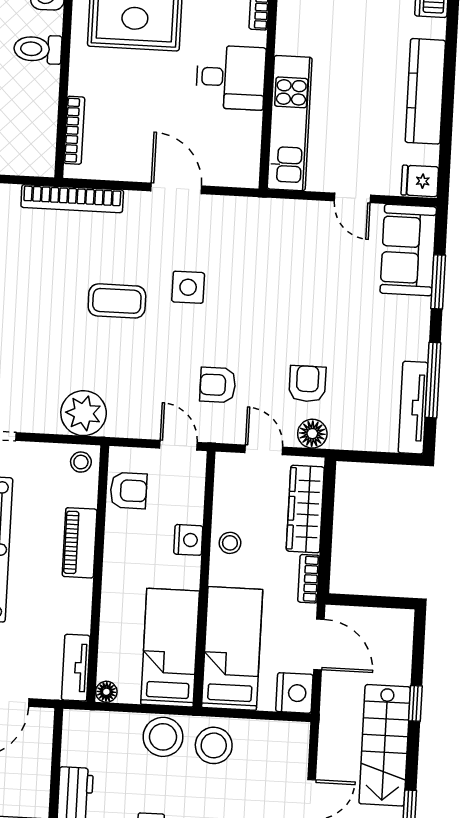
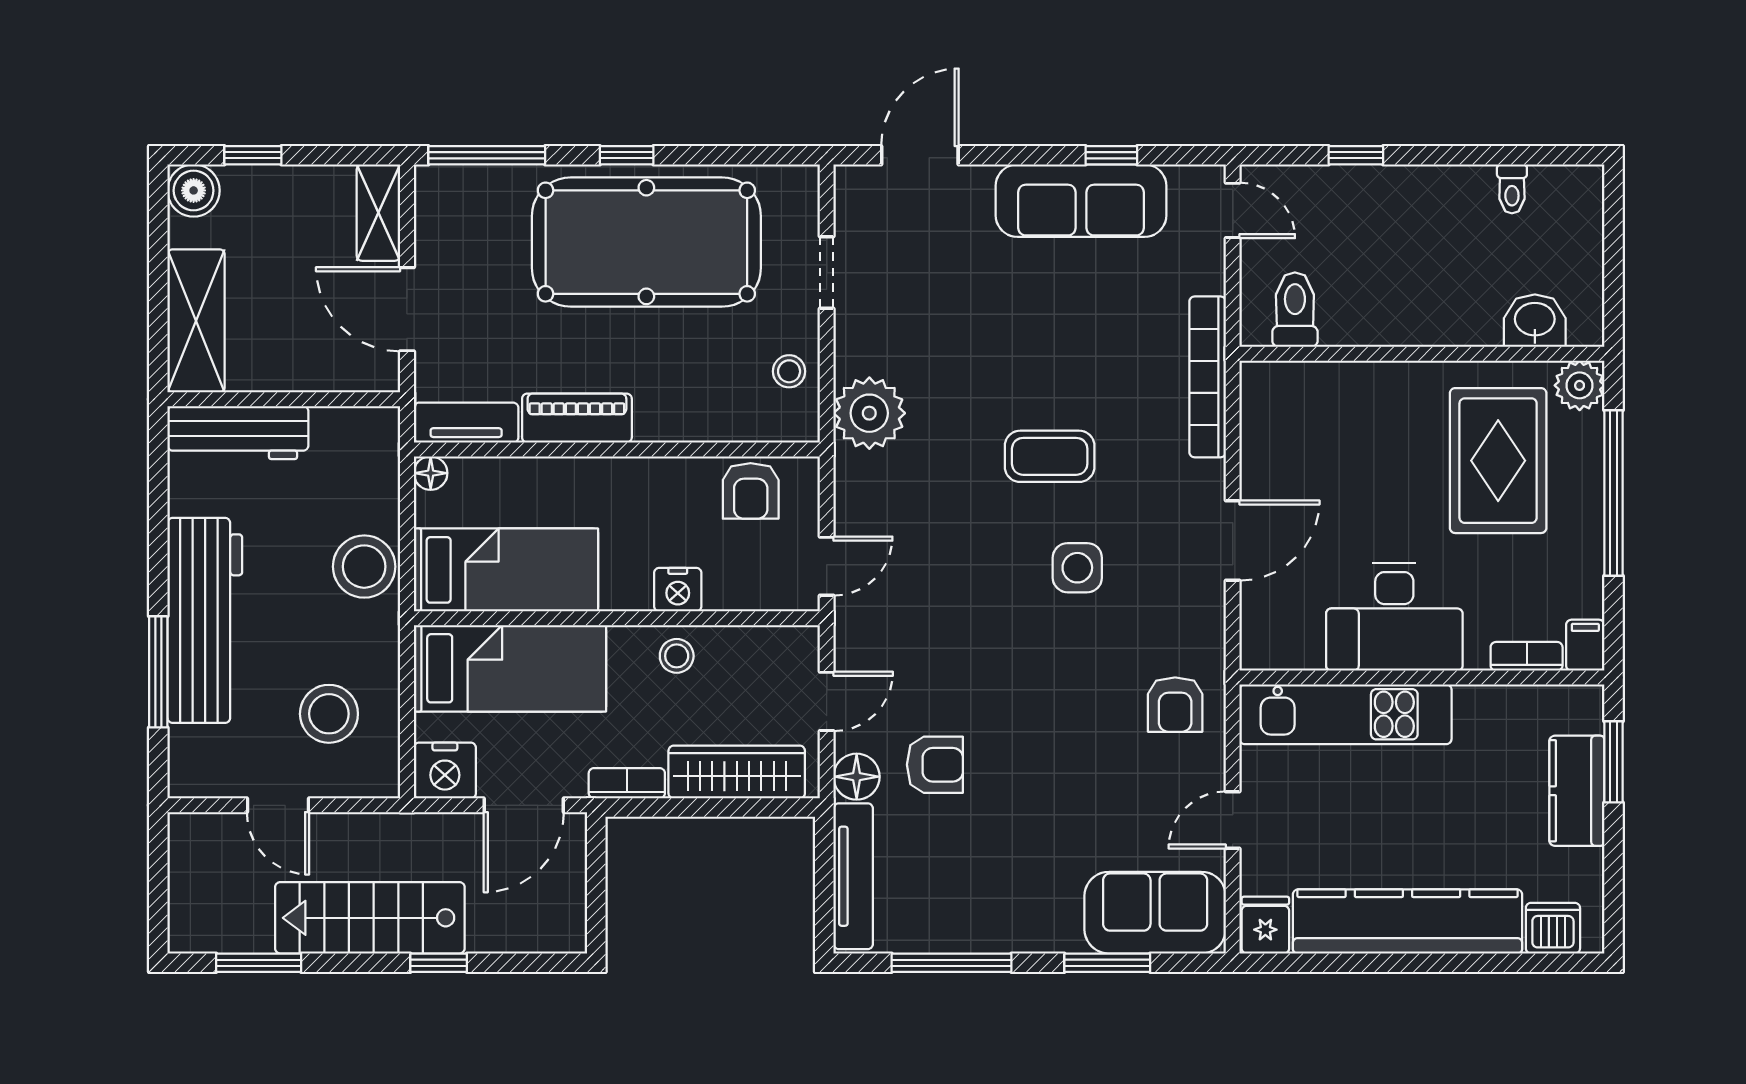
toilet: (38, 49) -> (1295, 310), moved
desk: (231, 77) -> (1394, 617), width x1.37
kitchen counter: (425, 91) -> (1407, 921), width x1.39, depth x1.17
bookcase: (74, 130) -> (1316, 374), removed
coffee table: (117, 301) -> (1050, 456), turned 90
armchair: (218, 385) -> (1175, 705), moved, turned 180
tv unit: (413, 408) -> (853, 876), moved, turned 90
stool: (81, 462) -> (789, 371), moved
piano: (80, 543) -> (577, 418), moved
stool: (214, 745) -> (329, 714), moved

